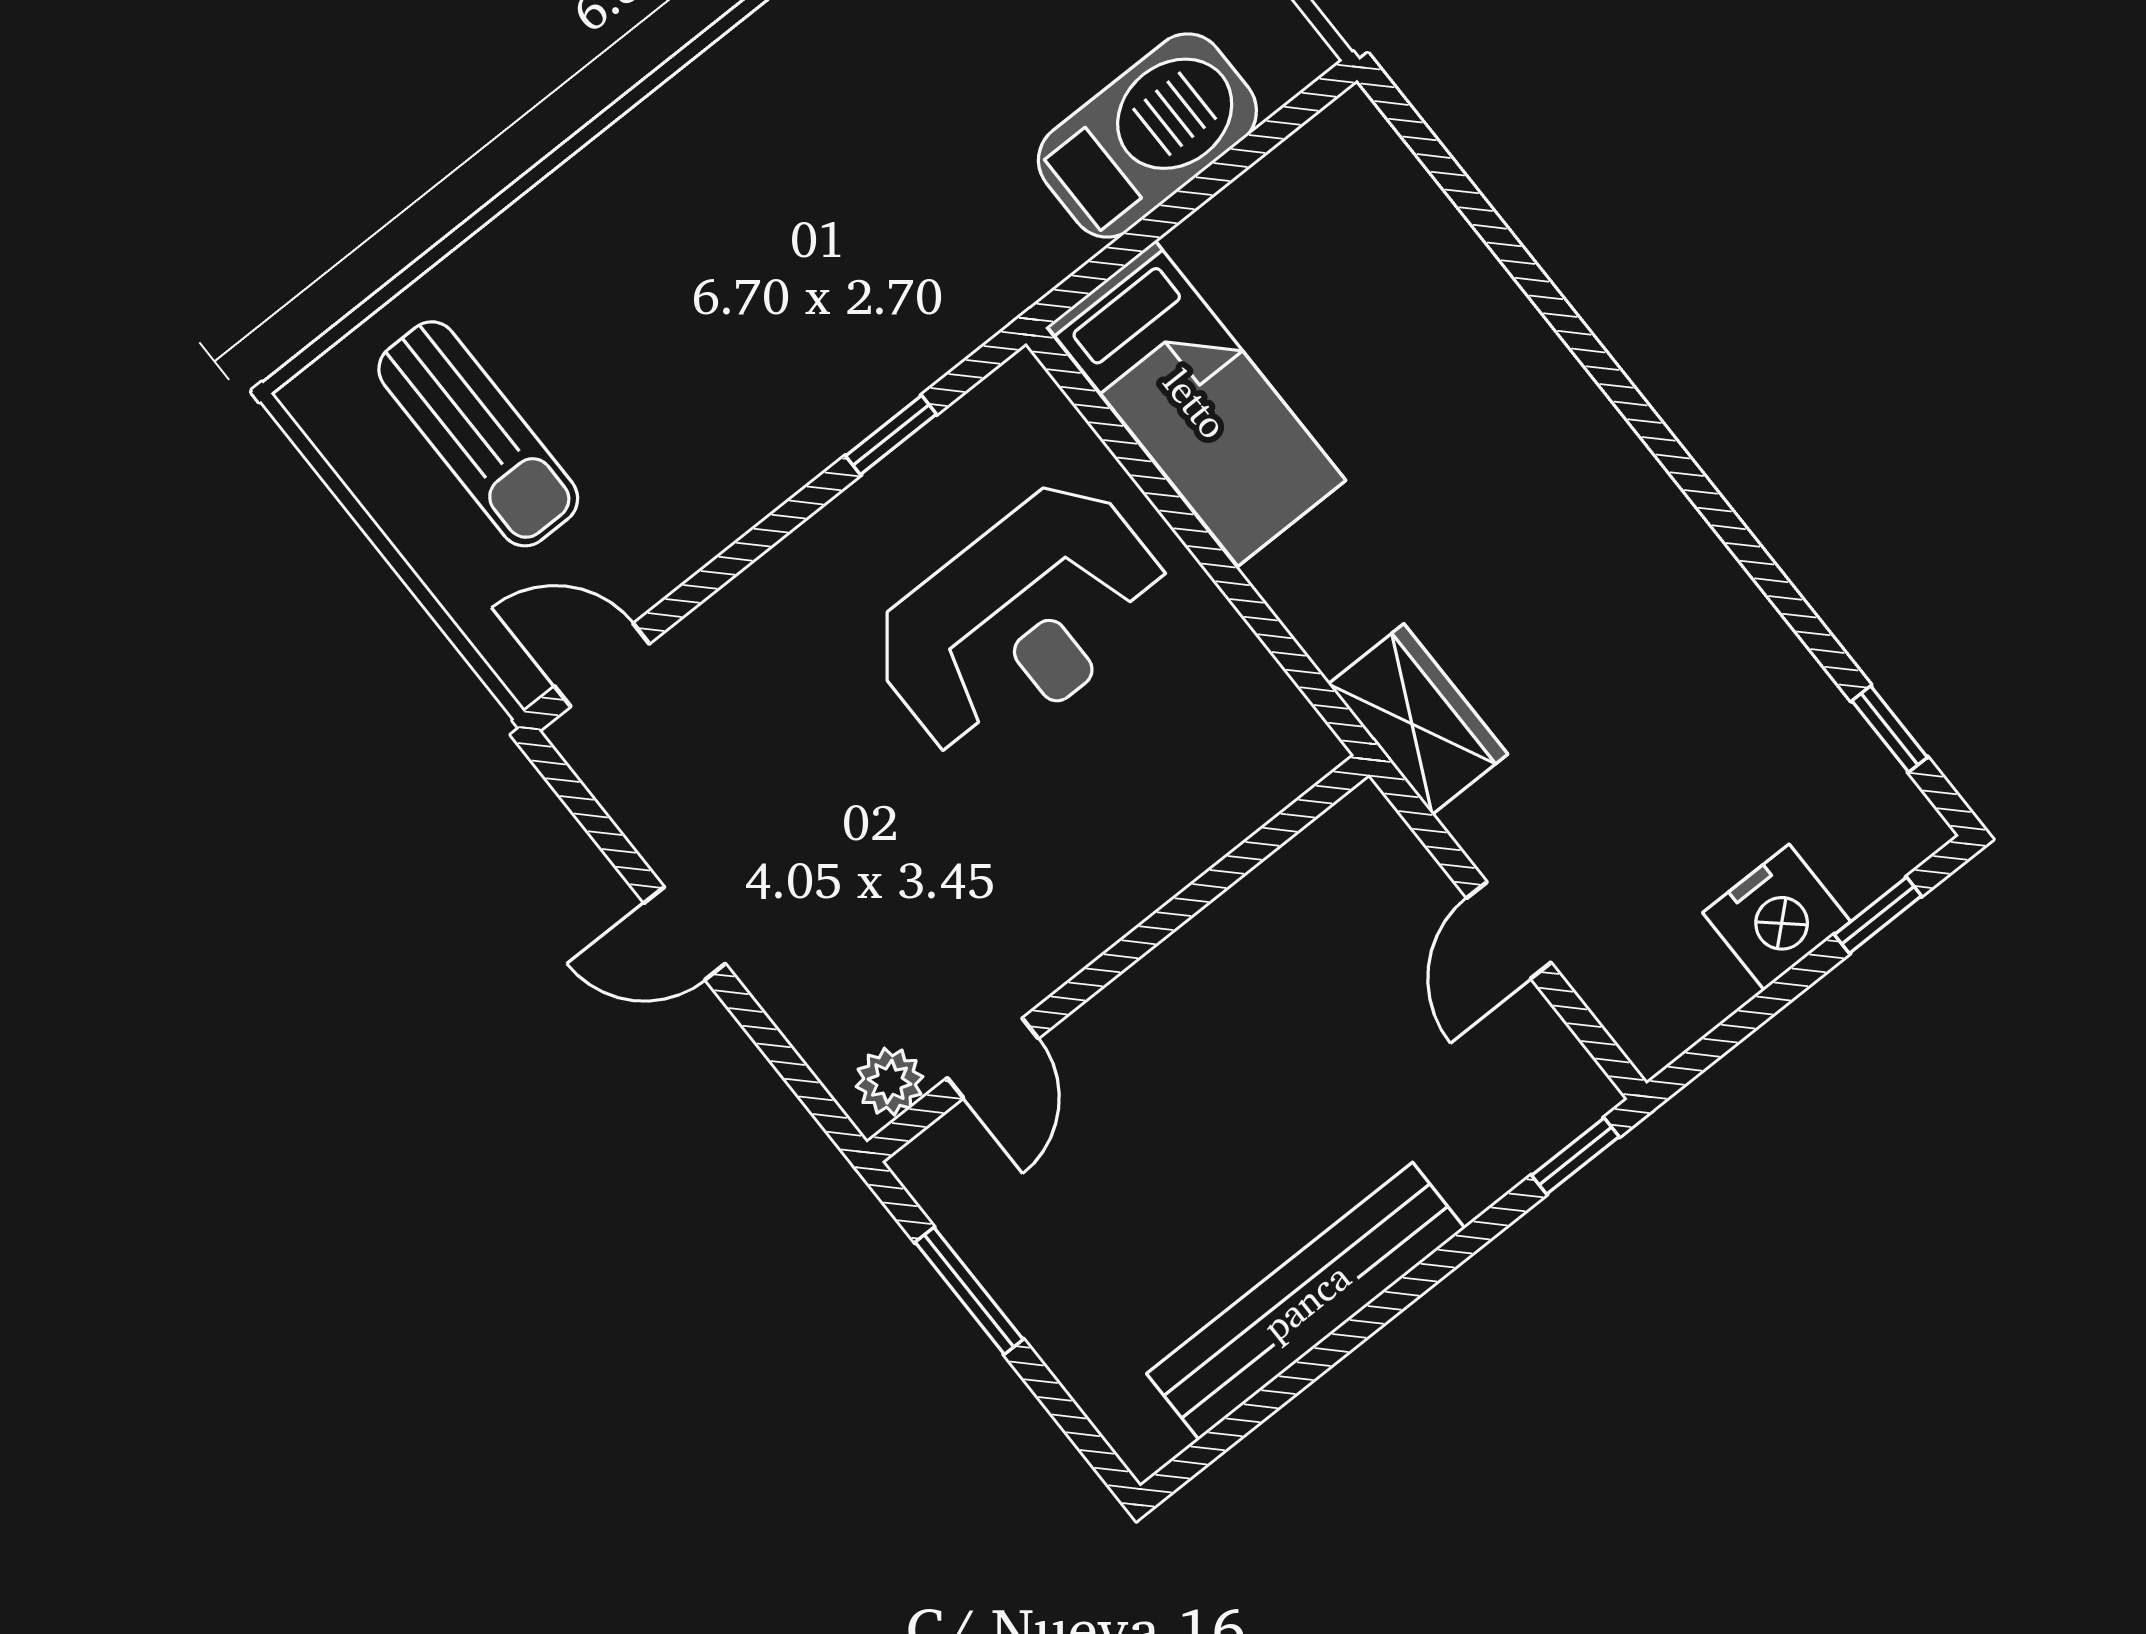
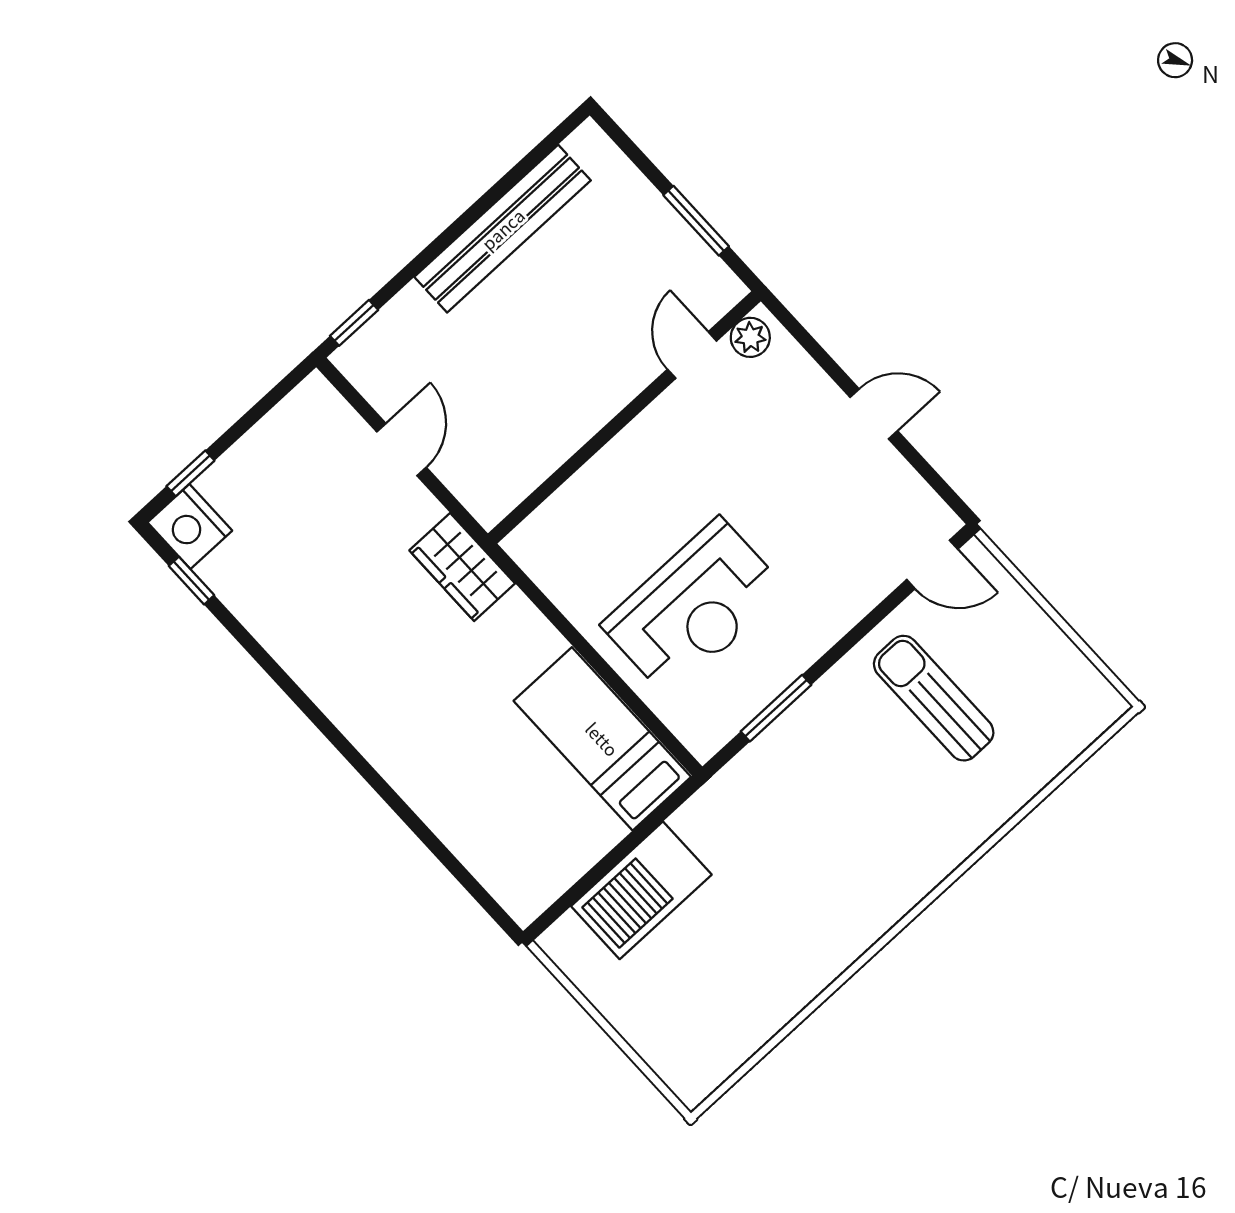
sun lounger: (478, 434) -> (934, 698), moved
window: (891, 435) -> (776, 708), width x1.50
reception desk: (1021, 620) -> (694, 607), turned 180
nightstand: (1777, 917) -> (190, 526), moved, turned -90

